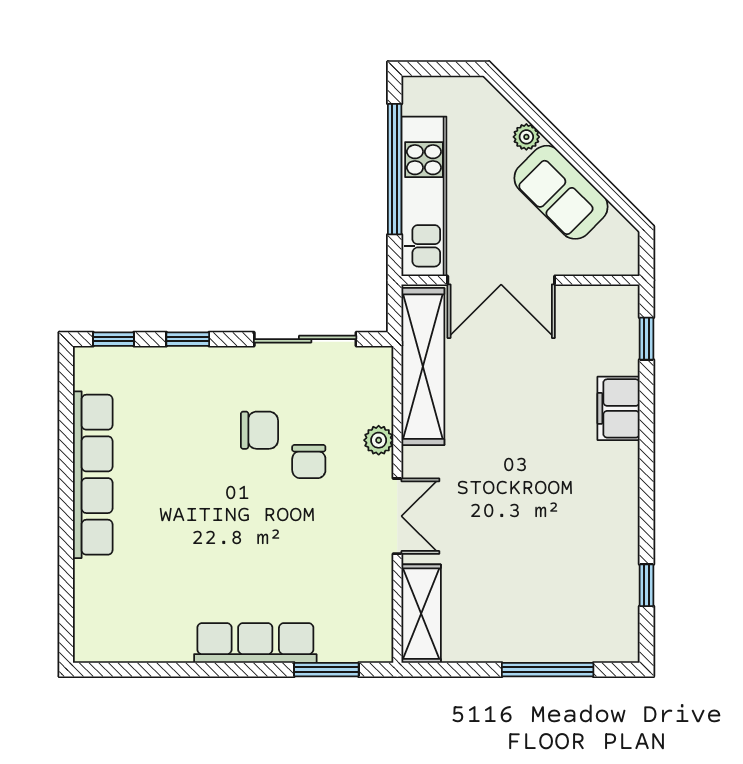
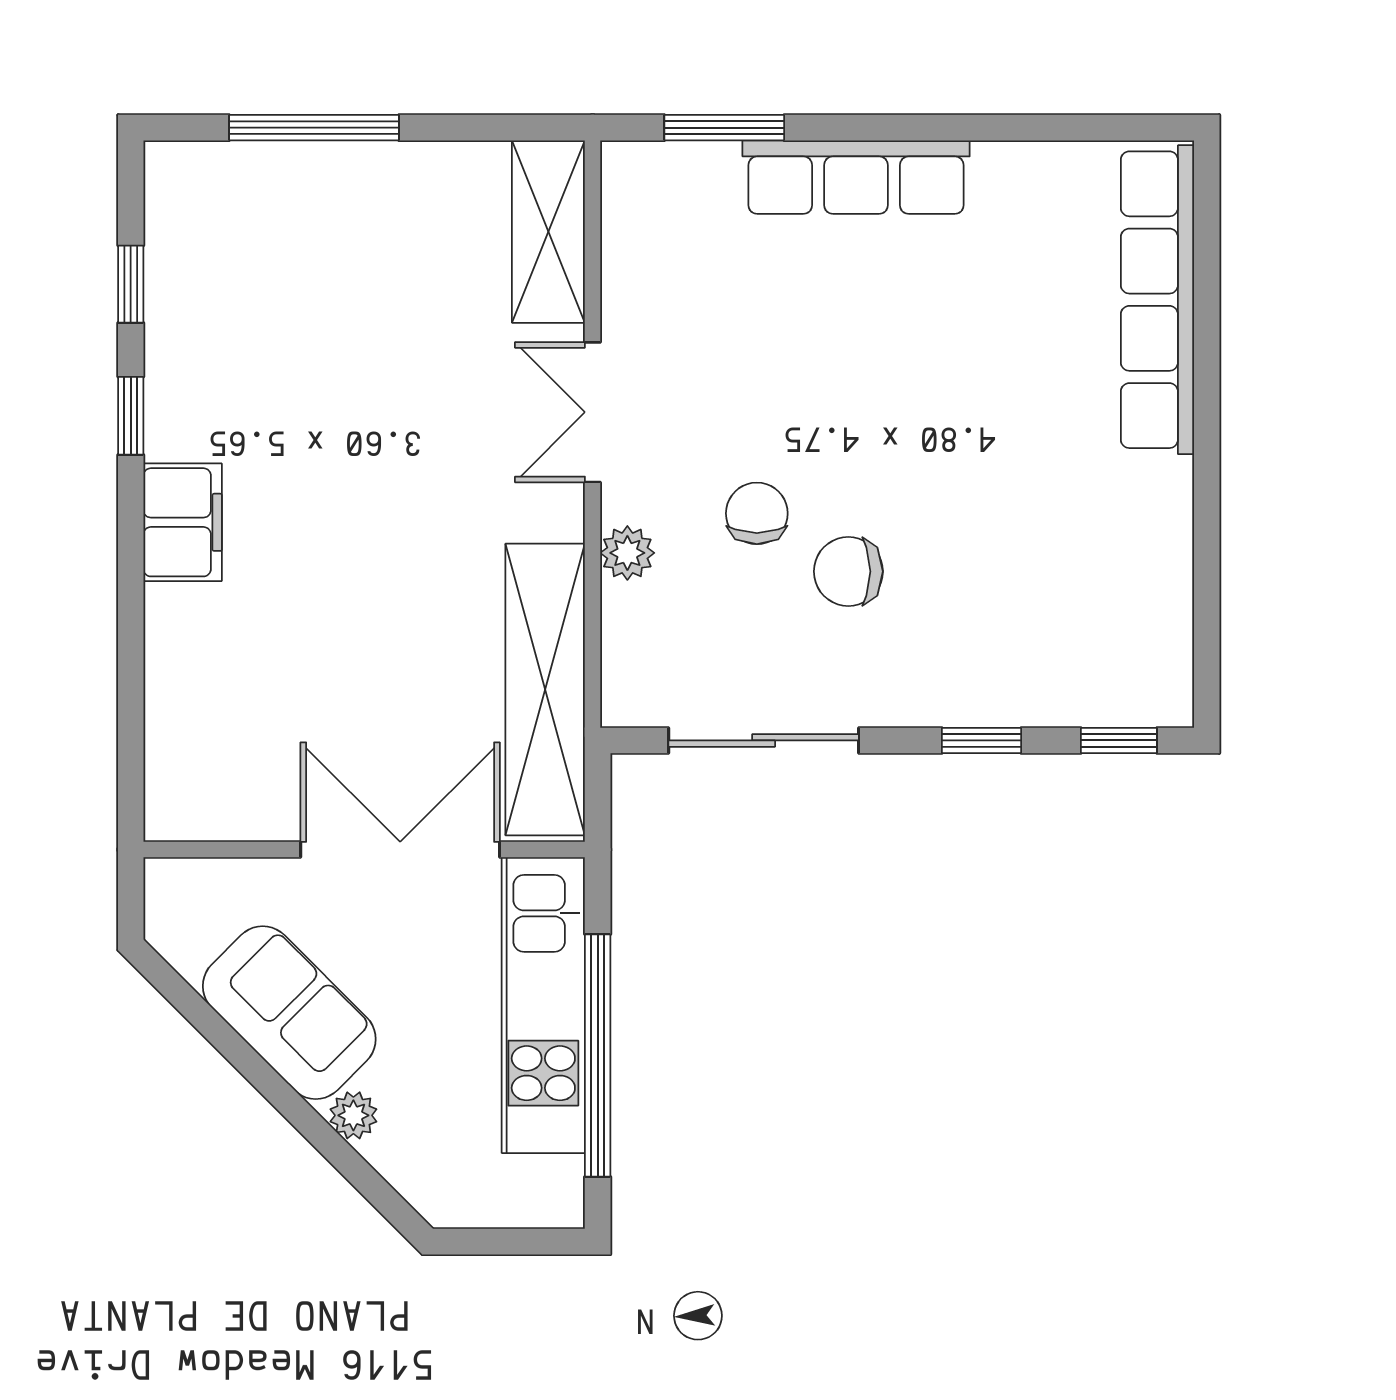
window: (646, 339) -> (131, 416), moved
filing cabinet: (618, 408) -> (183, 522), moved
row of seats: (93, 475) -> (1157, 300), moved

